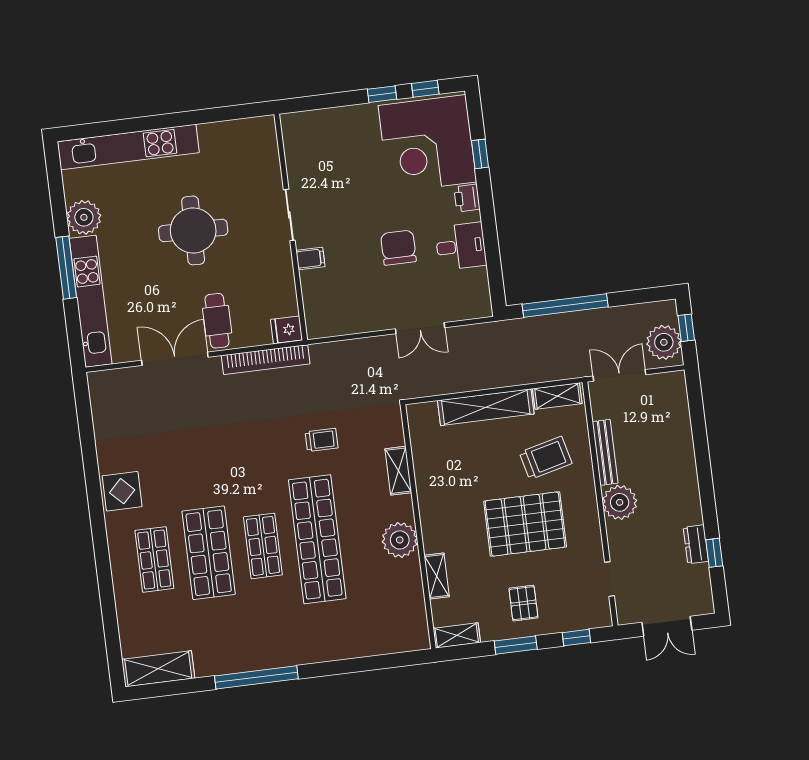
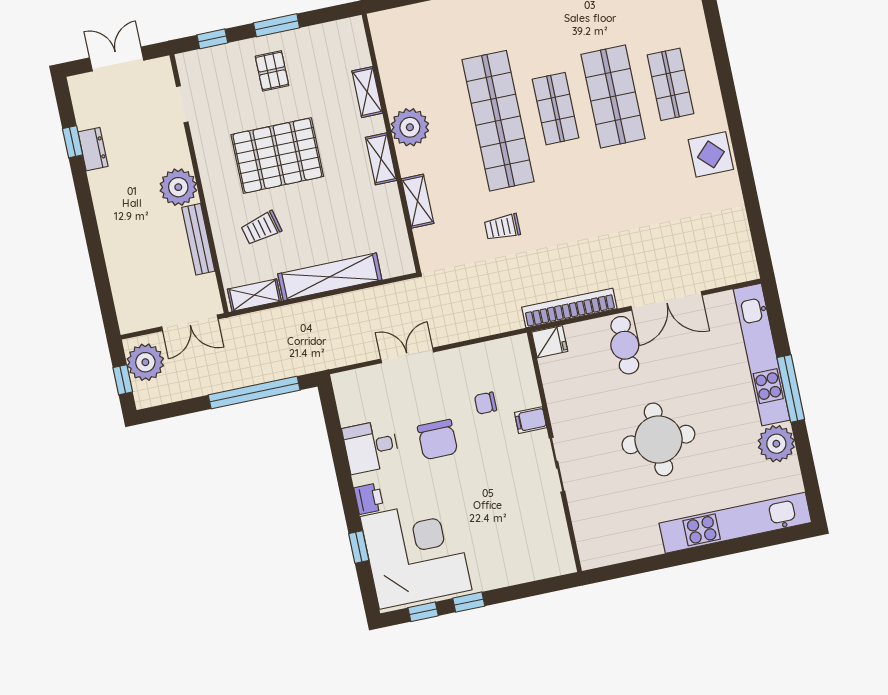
chair: (351, 278) -> (486, 403), added
trolley: (546, 458) -> (261, 228), width x0.73, depth x0.72
shelving: (457, 635) -> (381, 159), moved, turned 90

